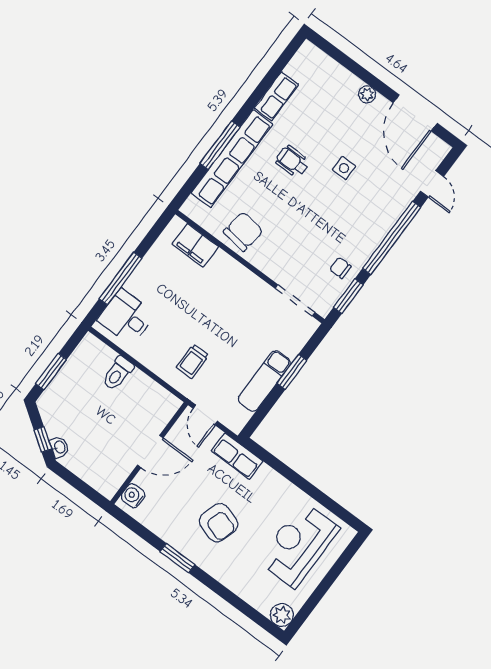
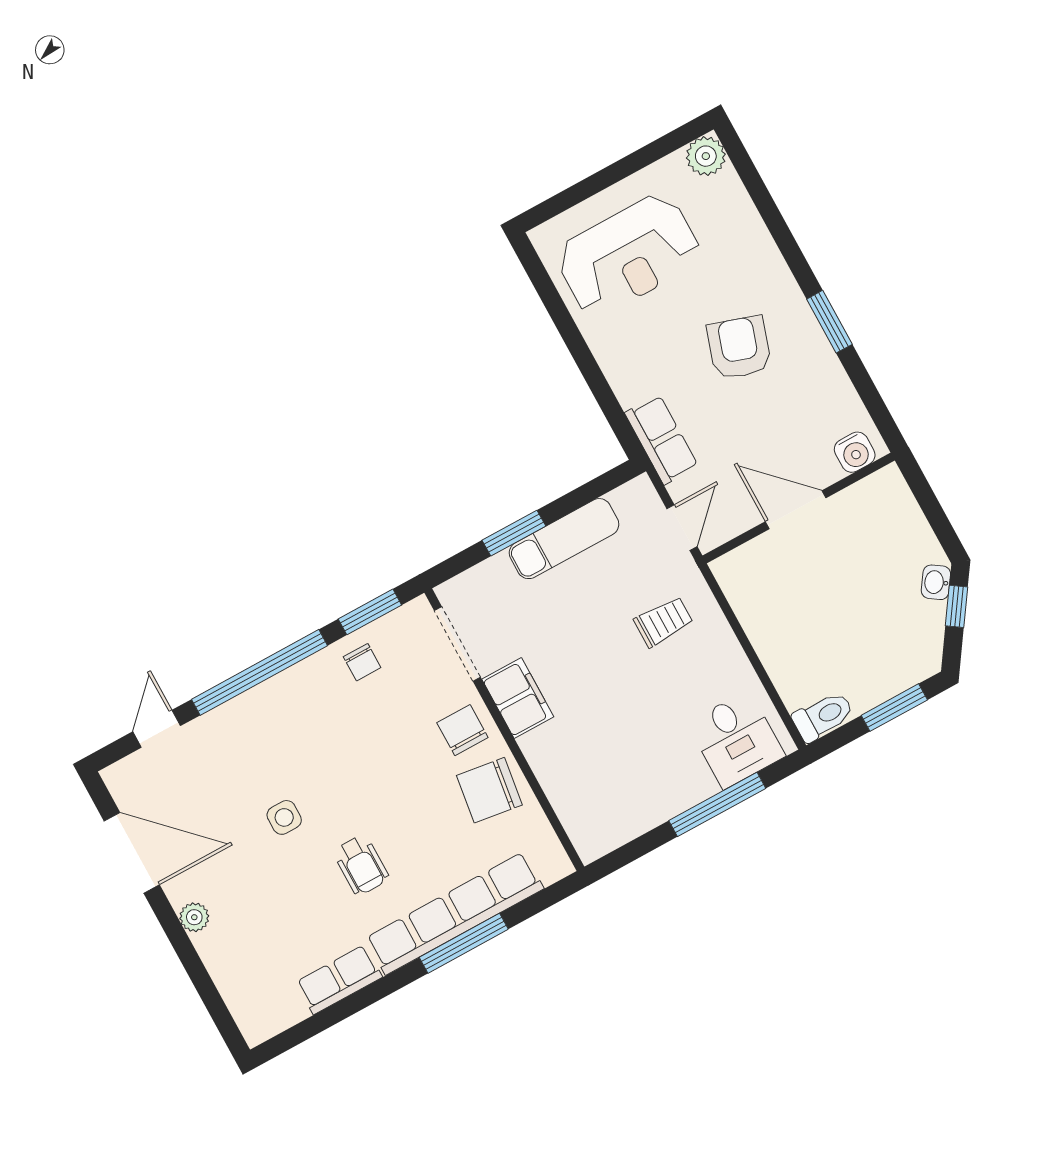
door: (415, 113) -> (132, 853), hinge flipped
filing cabinet: (195, 245) -> (518, 698), moved
chair: (272, 256) -> (462, 730), added
toilet: (118, 373) -> (823, 716), moved

